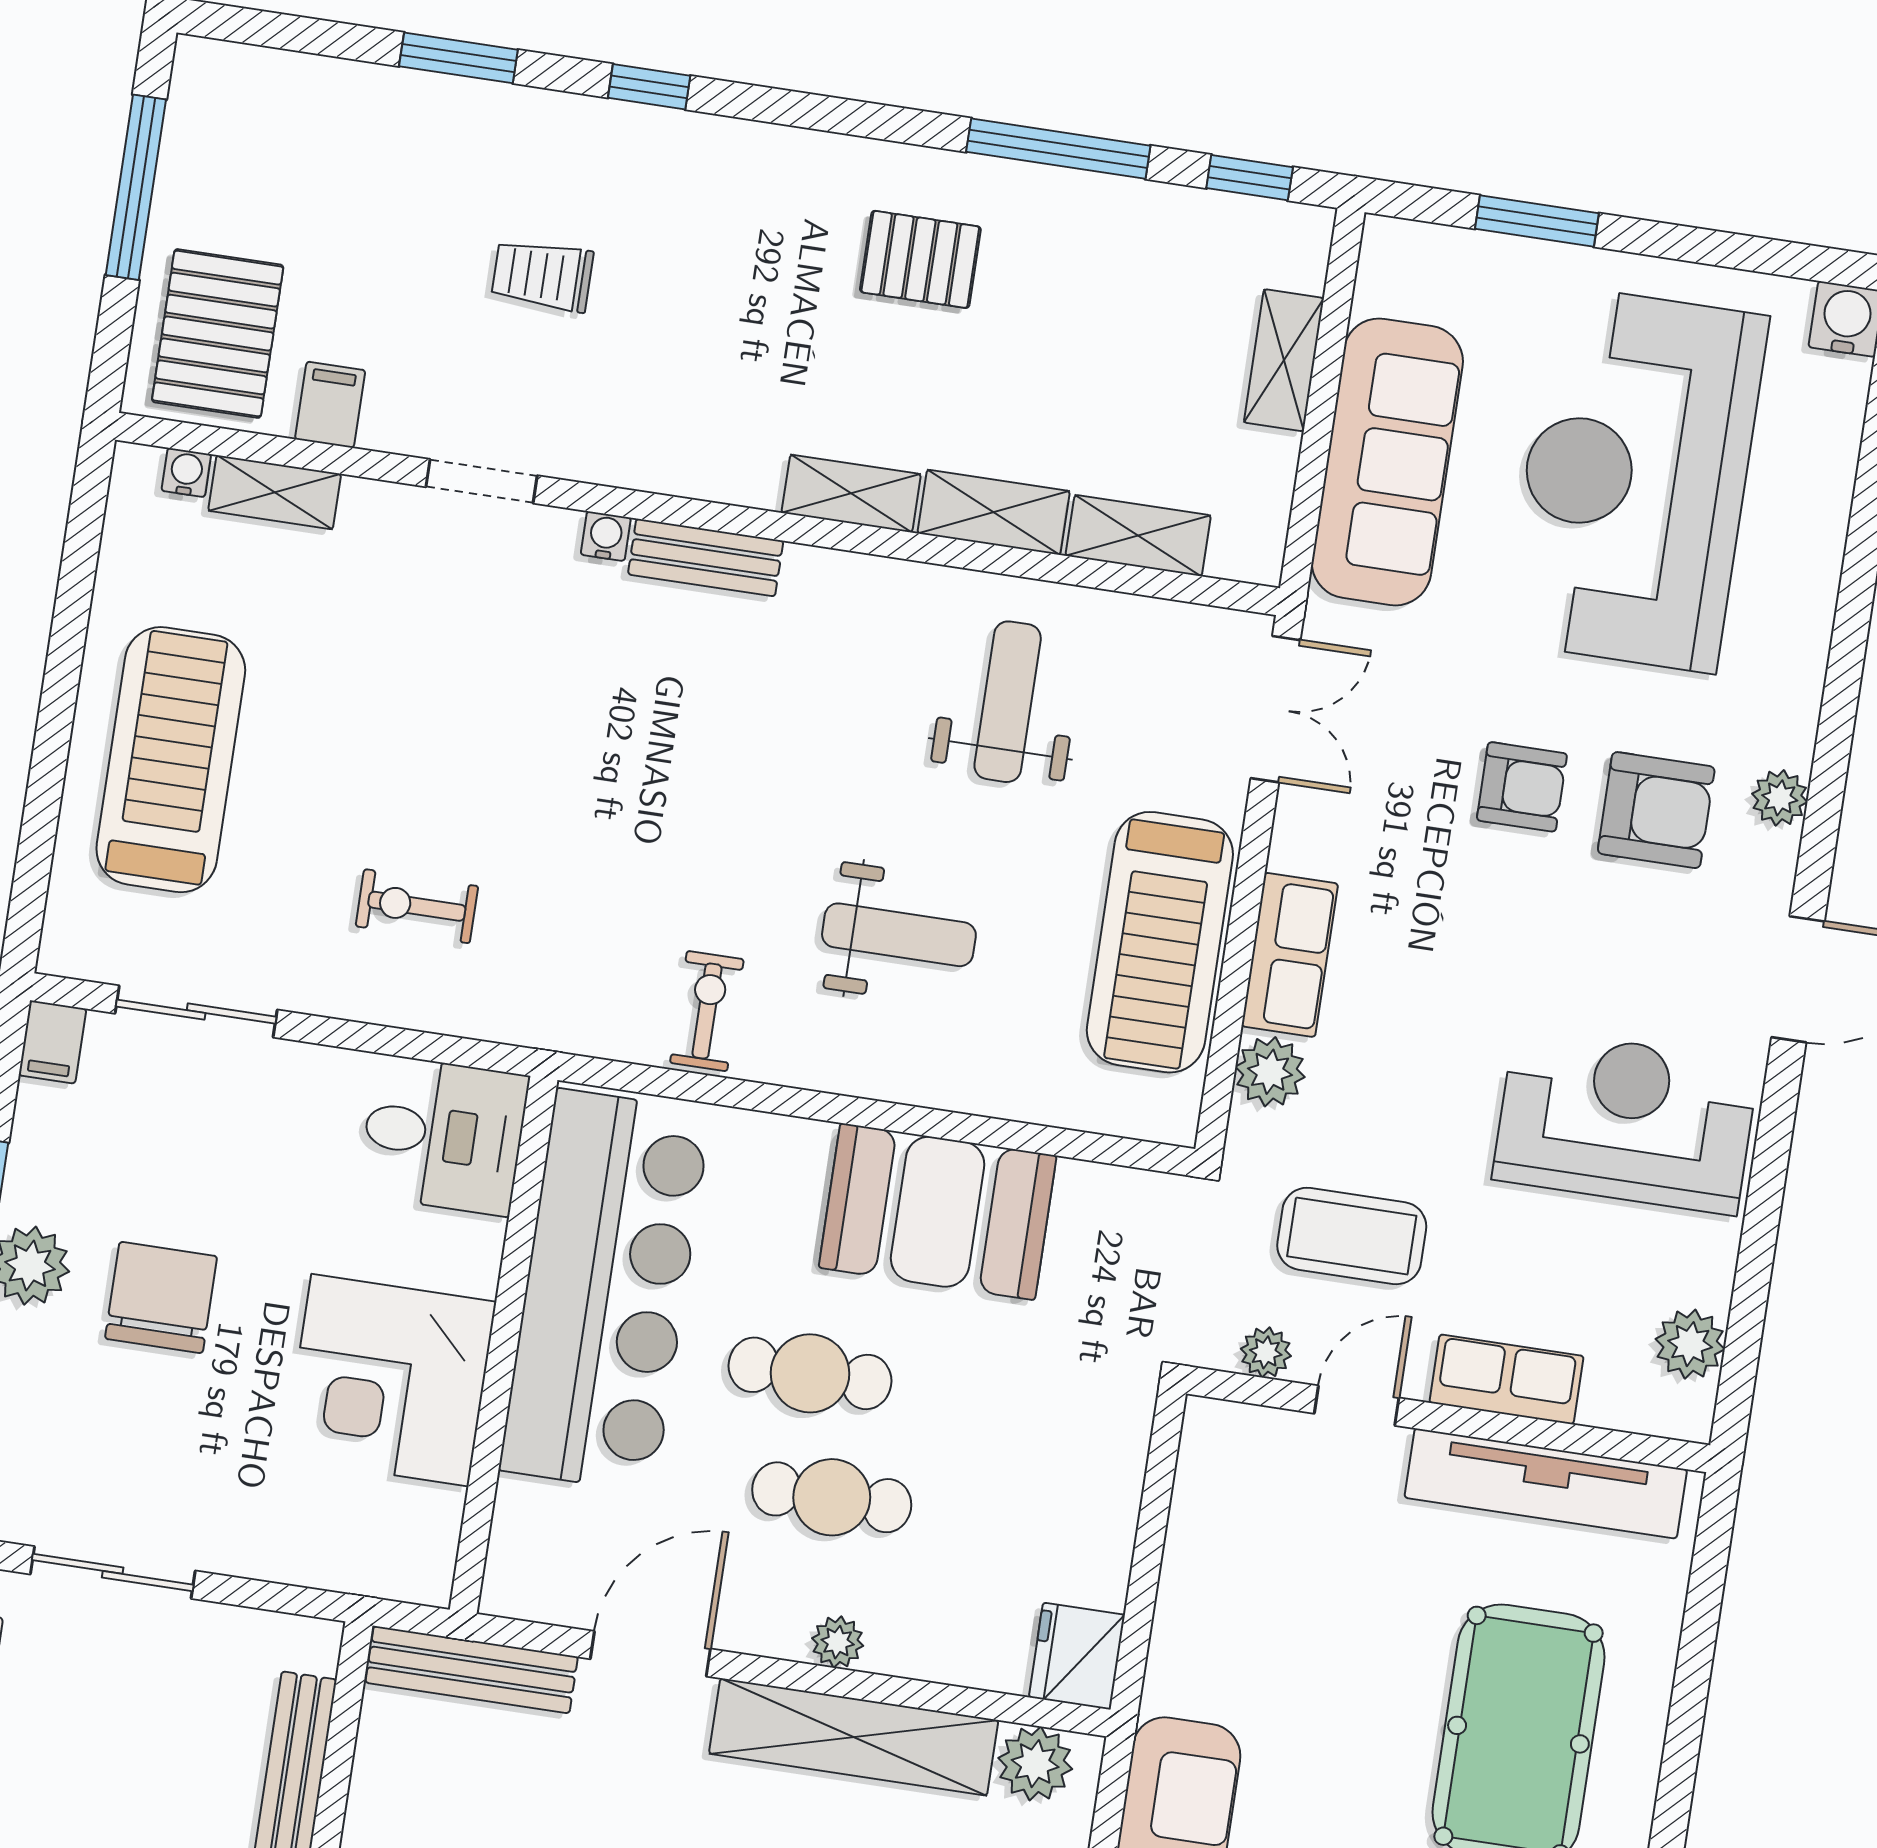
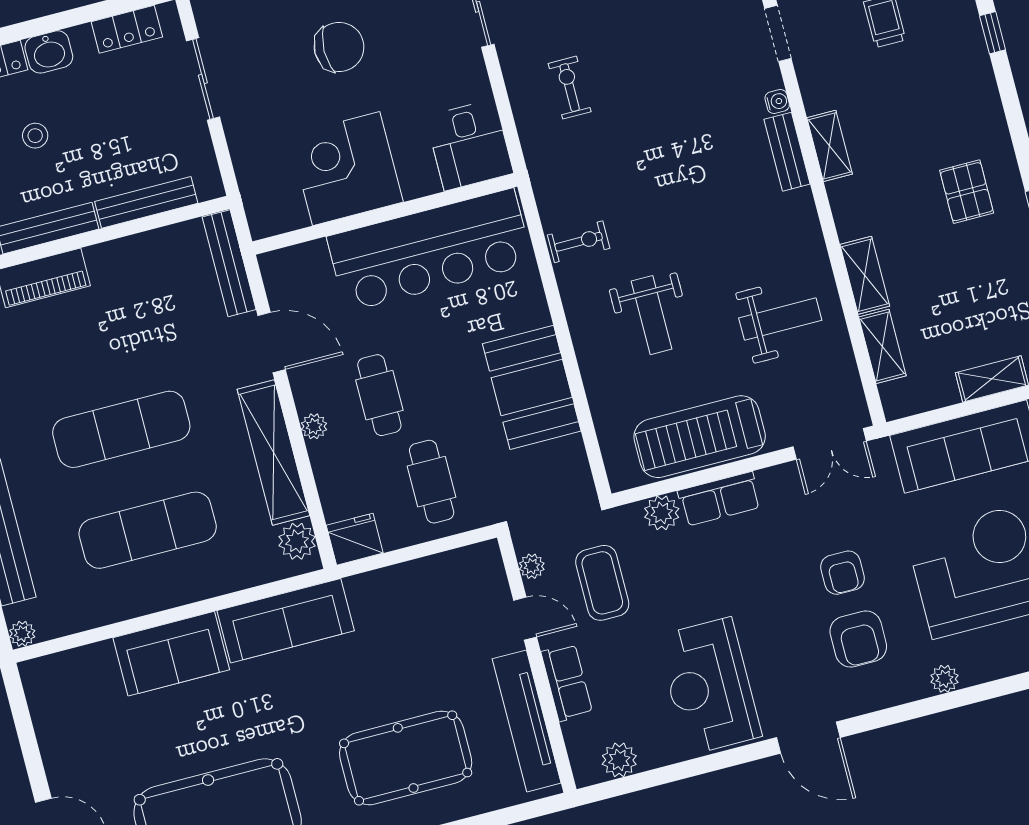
shelving: (851, 493) -> (830, 146), moved
plant: (1780, 798) -> (944, 679), moved
reception desk: (1626, 1121) -> (709, 686), turned 180
cafe table: (810, 1373) -> (432, 482), moved

